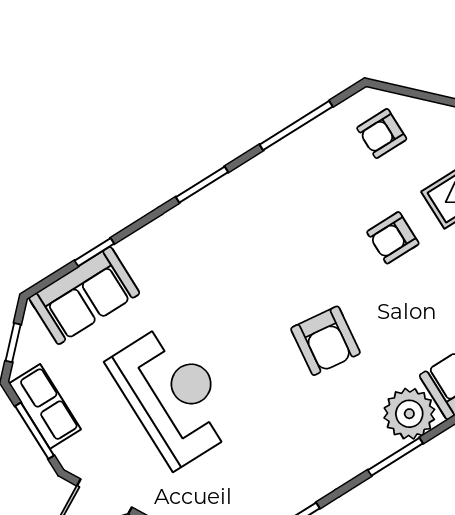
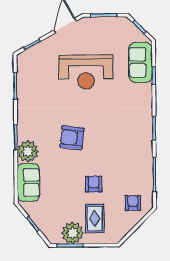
row of seats: (45, 406) -> (110, 24), removed

